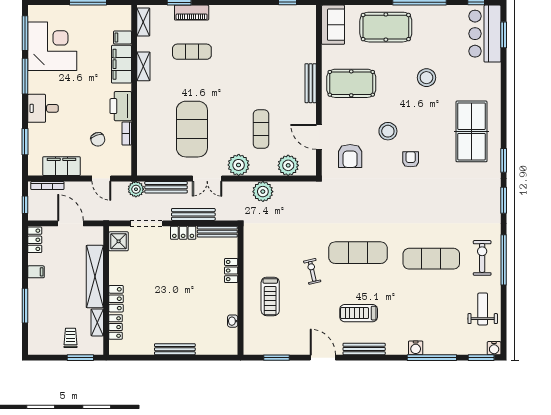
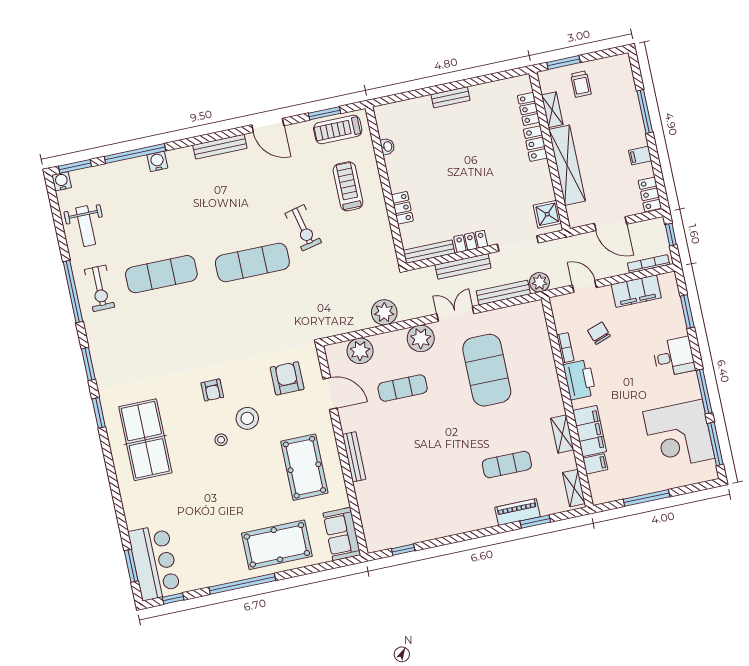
stool: (426, 78) -> (221, 440), moved, width x0.53, depth x0.53
pool table: (351, 83) -> (304, 467), turned 90
exercise mat: (261, 129) -> (403, 388), turned 90
exercise bike: (312, 271) -> (303, 228), width x1.38, depth x1.39
treadmill: (359, 313) -> (338, 129), moved, turned 180
bench: (175, 349) -> (451, 97), width x0.73

